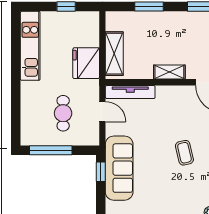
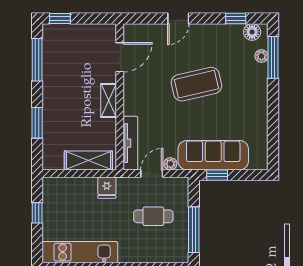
fridge: (86, 63) -> (107, 188), width x0.53, depth x0.75
plant: (111, 129) -> (170, 164), added
coffee table: (184, 153) -> (196, 84), width x1.86, depth x1.72

